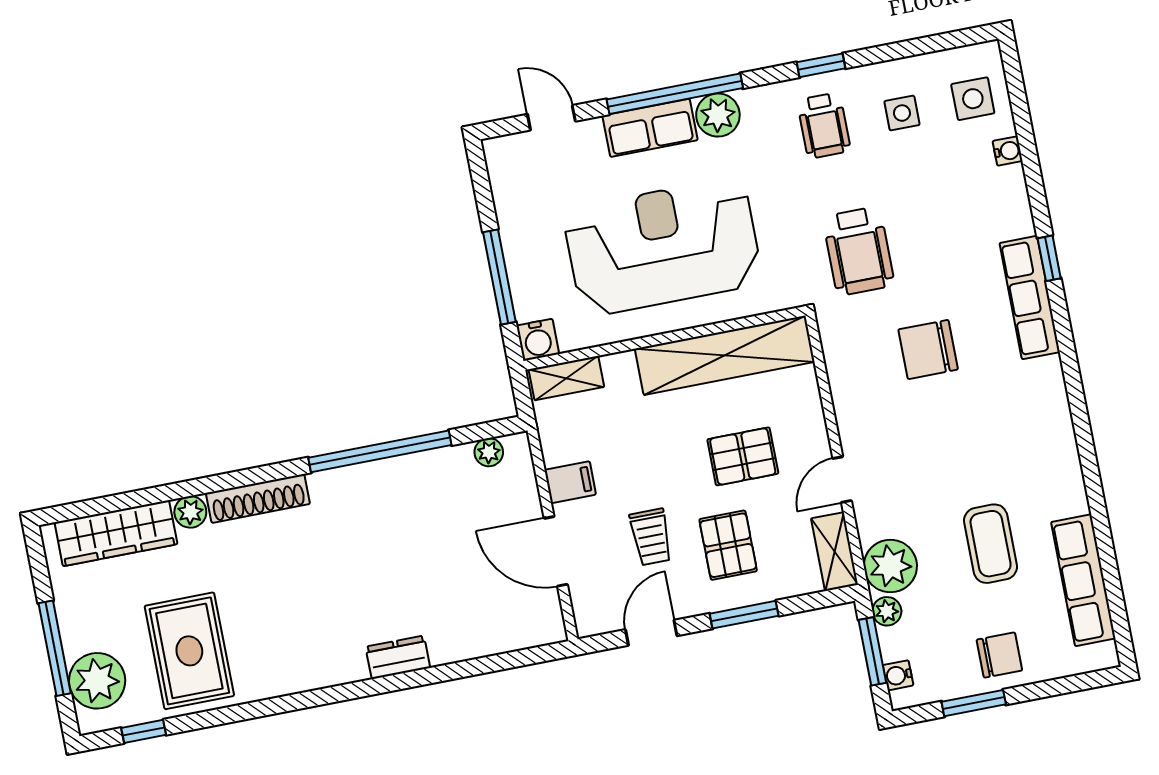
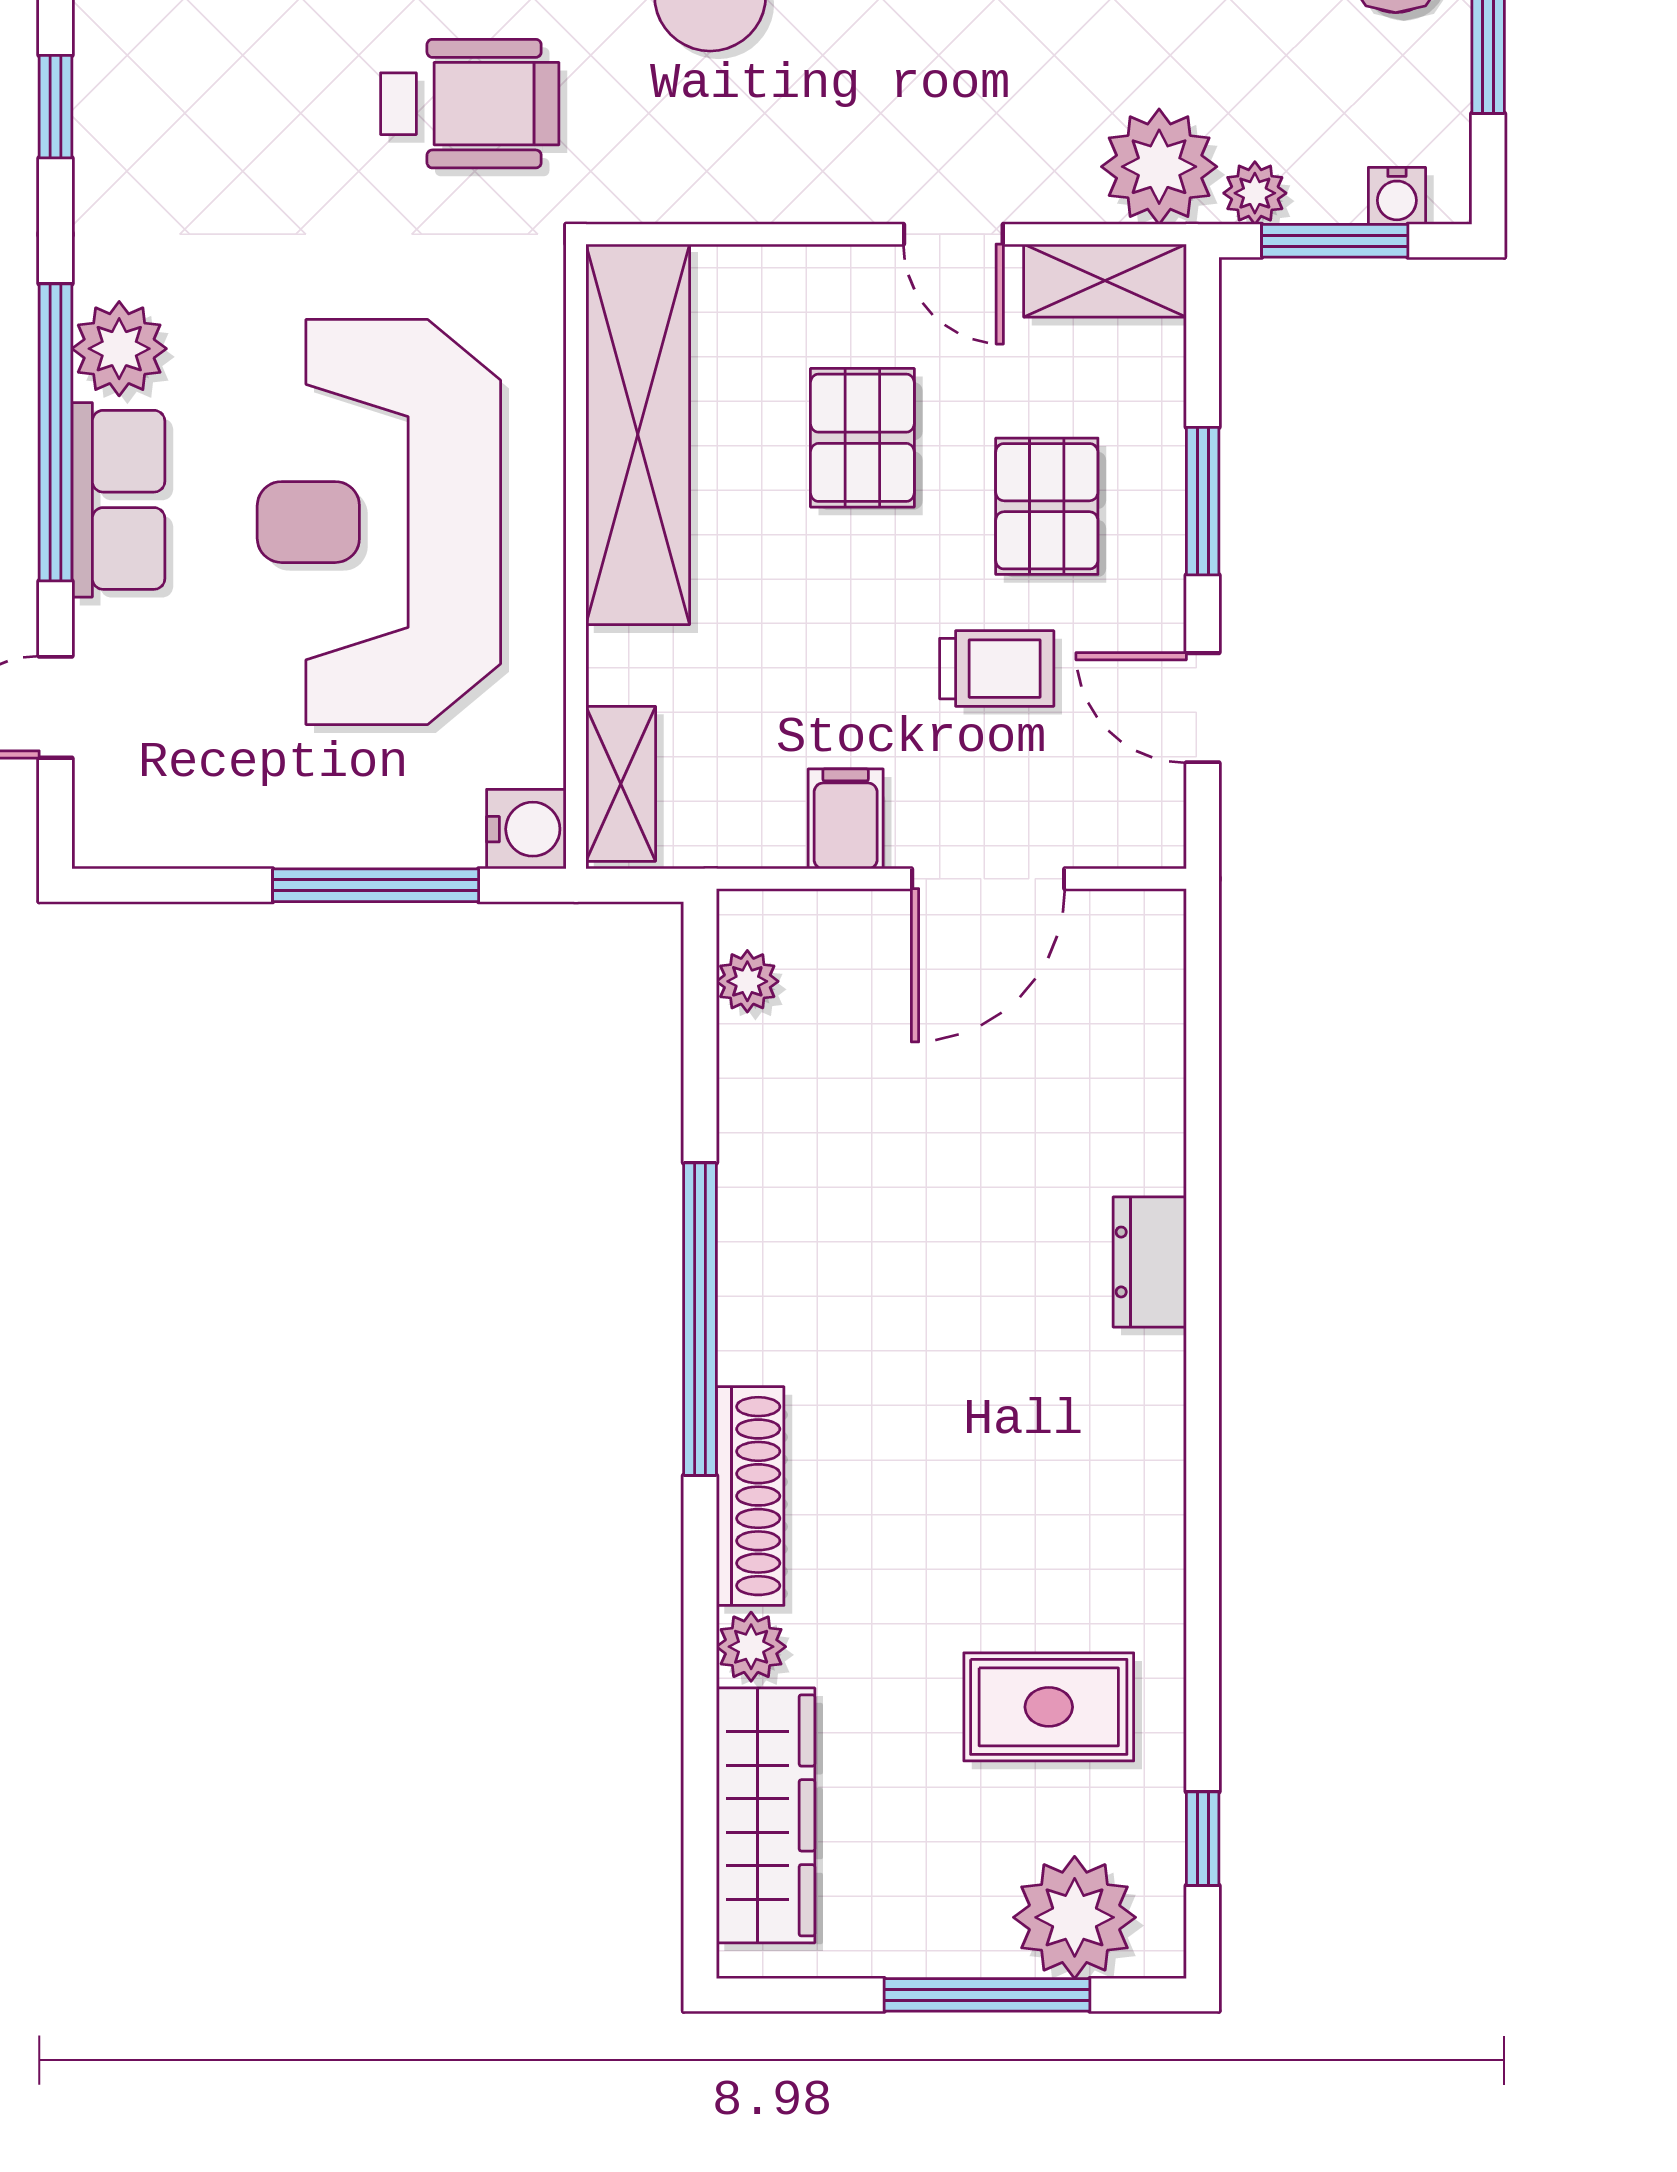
wheelchair: (824, 125) -> (186, 126), removed
window: (380, 451) -> (700, 1319), moved
pallet: (728, 545) -> (1047, 506), turned 90
rug: (189, 651) -> (1049, 1707), width x0.73, depth x0.70

